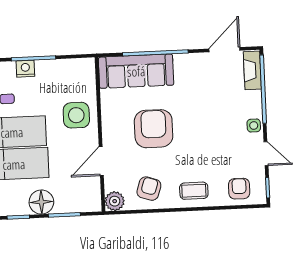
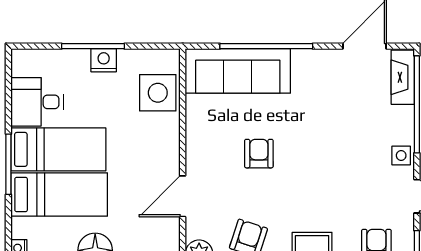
nightstand: (25, 69) -> (104, 60), moved
side table: (76, 115) -> (158, 93), moved
armchair: (154, 129) -> (259, 154), width x0.53, depth x0.53

